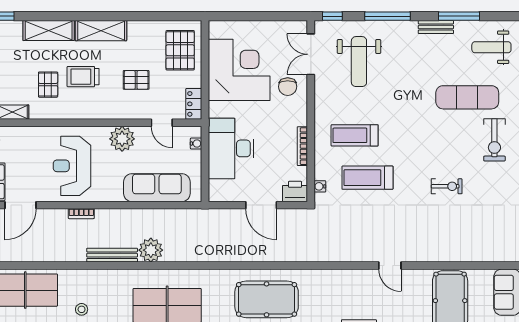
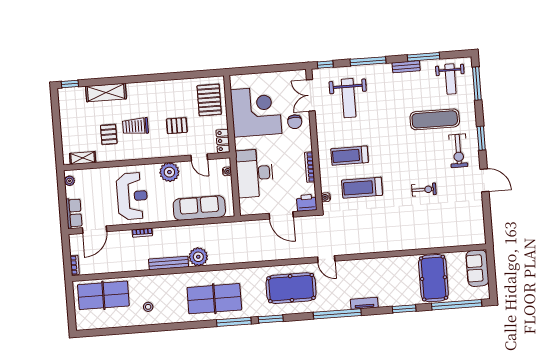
shelving: (101, 31) -> (147, 89), removed
weight bench: (491, 47) -> (450, 79), turned -90
reception desk: (72, 166) -> (132, 196), turned 180
door: (390, 266) -> (326, 259), moved

